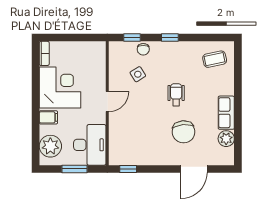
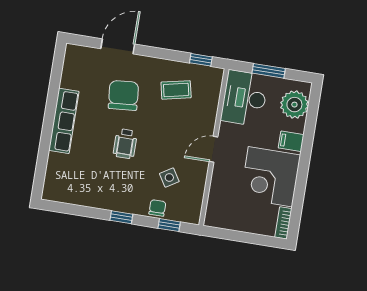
coffee table: (215, 59) -> (176, 90), moved
row of seats: (226, 113) -> (64, 121), width x1.48
plant: (226, 139) -> (71, 78), removed

